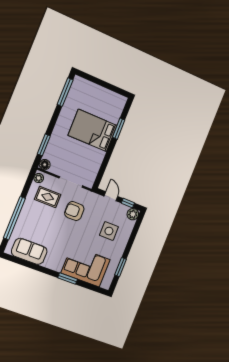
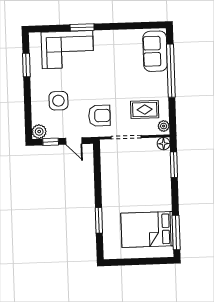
bed: (93, 130) -> (147, 229), moved, turned 180
armchair: (74, 211) -> (99, 116), moved
sofa: (29, 251) -> (155, 51), moved, turned 90

